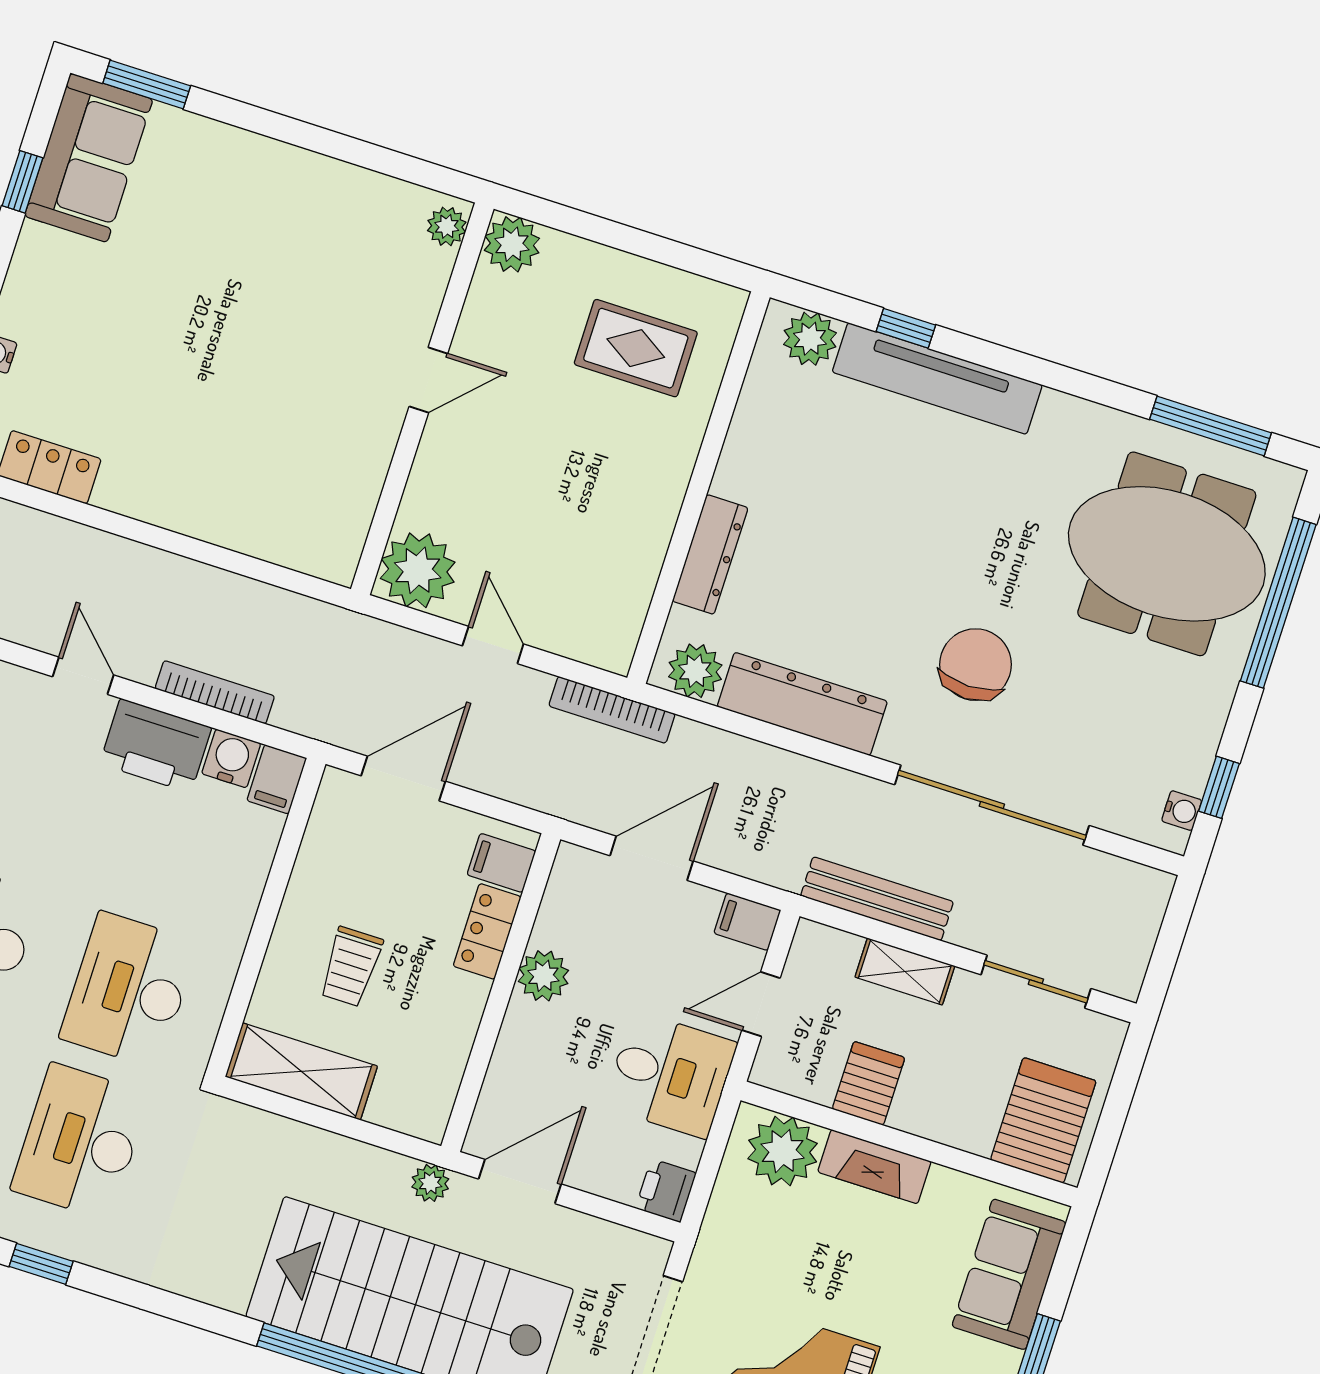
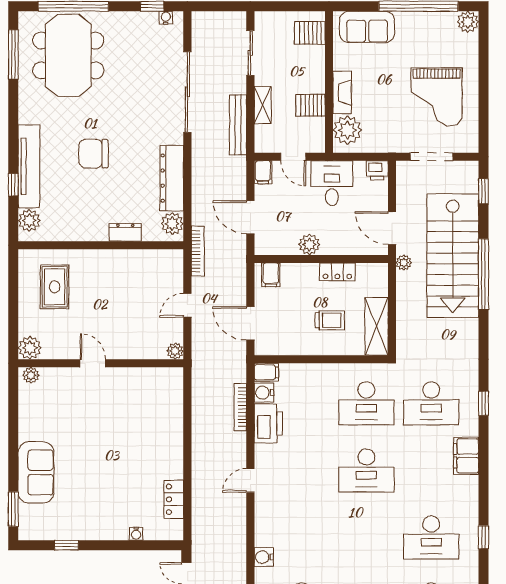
sofa: (89, 158) -> (36, 472), moved, turned 90
dresser: (710, 554) -> (125, 232), width x0.70
plant: (418, 570) -> (175, 351), width x0.53, depth x0.53
chair: (976, 665) -> (93, 154), moved
door: (83, 676) -> (250, 480), moved
locker: (487, 931) -> (337, 272), moved
server rack: (1043, 1120) -> (310, 33), width x0.73, depth x0.70

